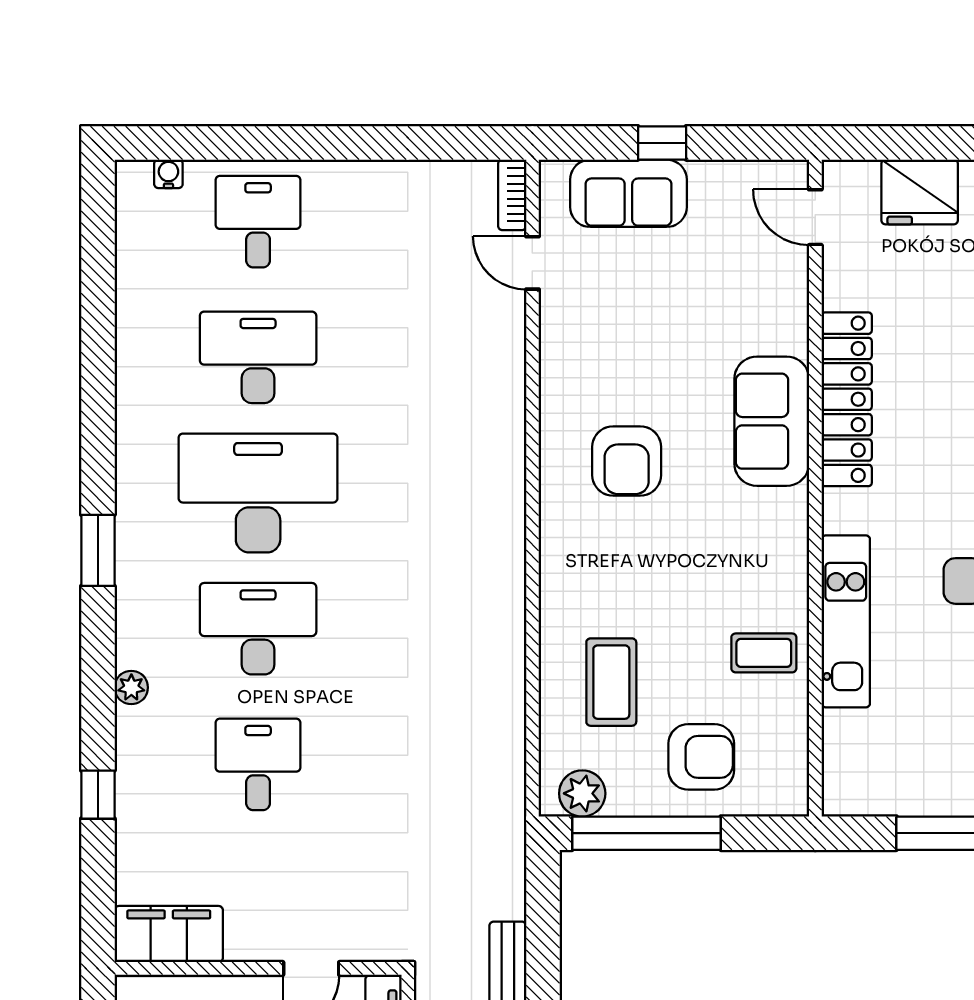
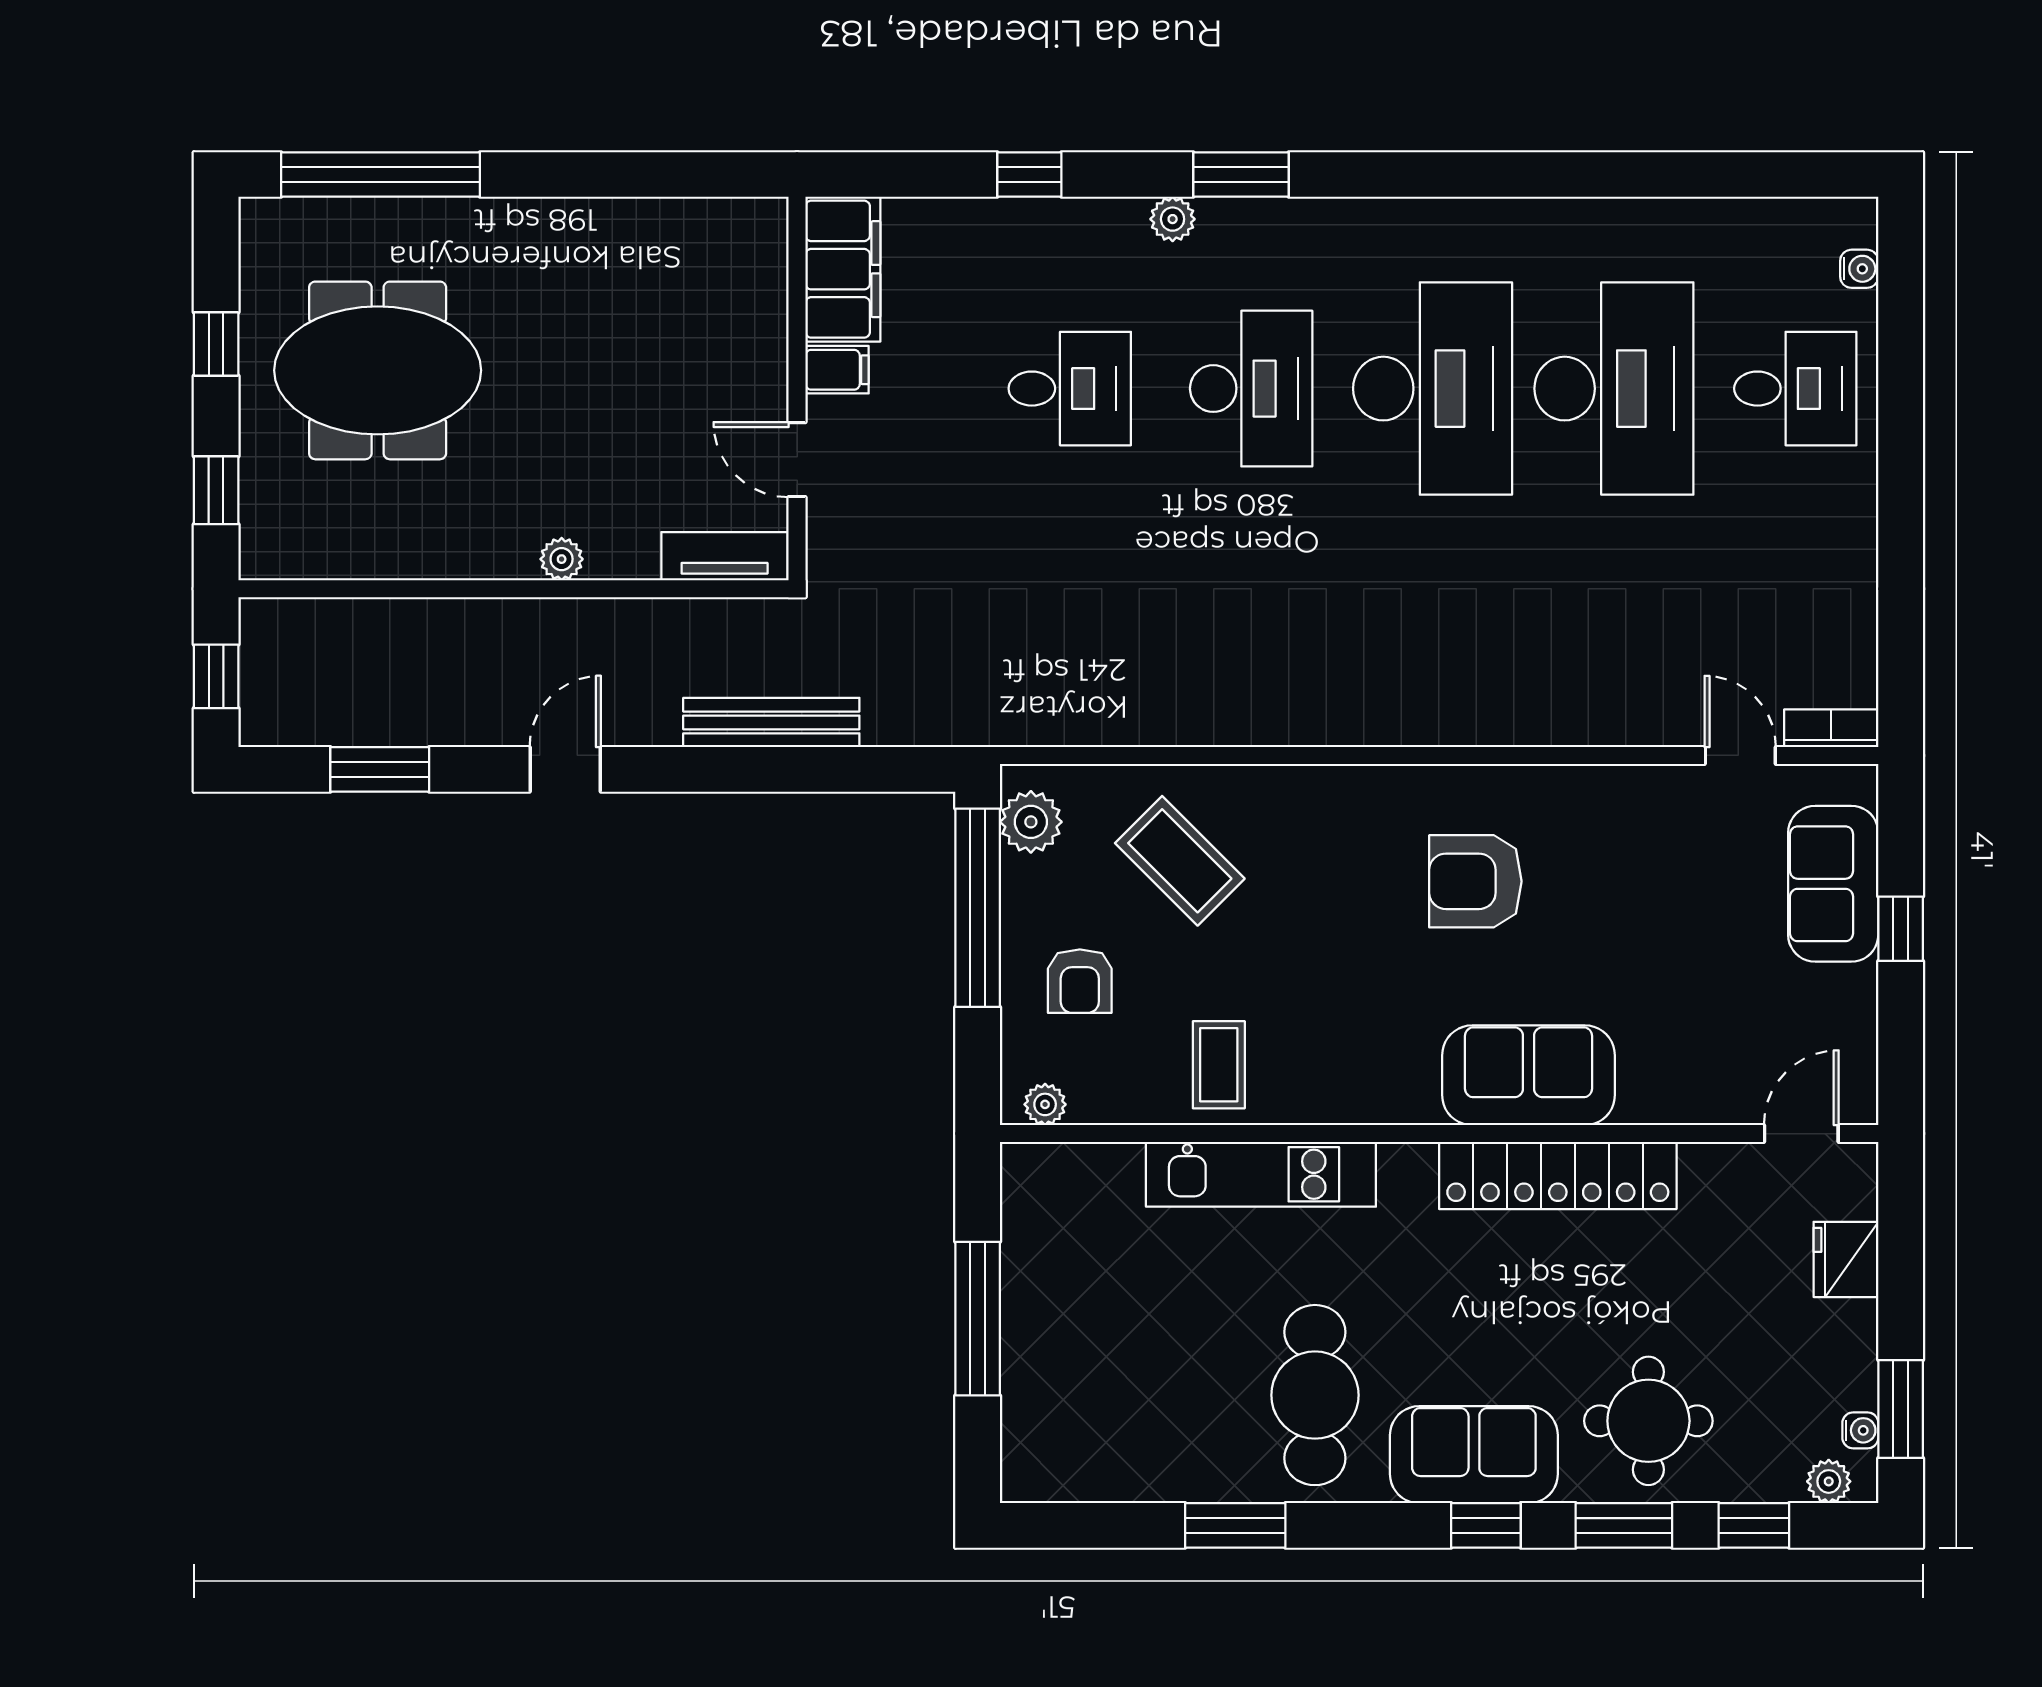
fridge: (920, 192) -> (1846, 1259), width x0.73, depth x0.75
door: (532, 263) -> (1740, 755), hinge flipped
desk: (258, 357) -> (1614, 389), width x1.36, depth x1.30
window: (98, 550) -> (1241, 175), moved
coffee table: (611, 682) -> (1180, 861), turned 45
armchair: (701, 757) -> (1080, 981), width x0.72, depth x0.72
plant: (794, 783) -> (1045, 1104), added
filing cabinet: (244, 938) -> (837, 370), added

